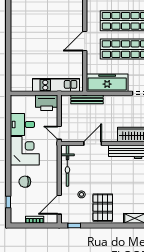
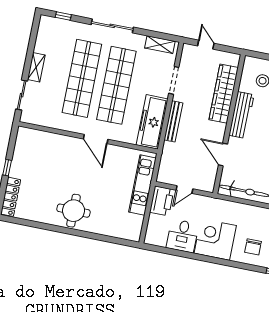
round table: (25, 35) -> (74, 211), added
bench: (87, 99) -> (173, 121), moved
door: (59, 133) -> (184, 190), moved

